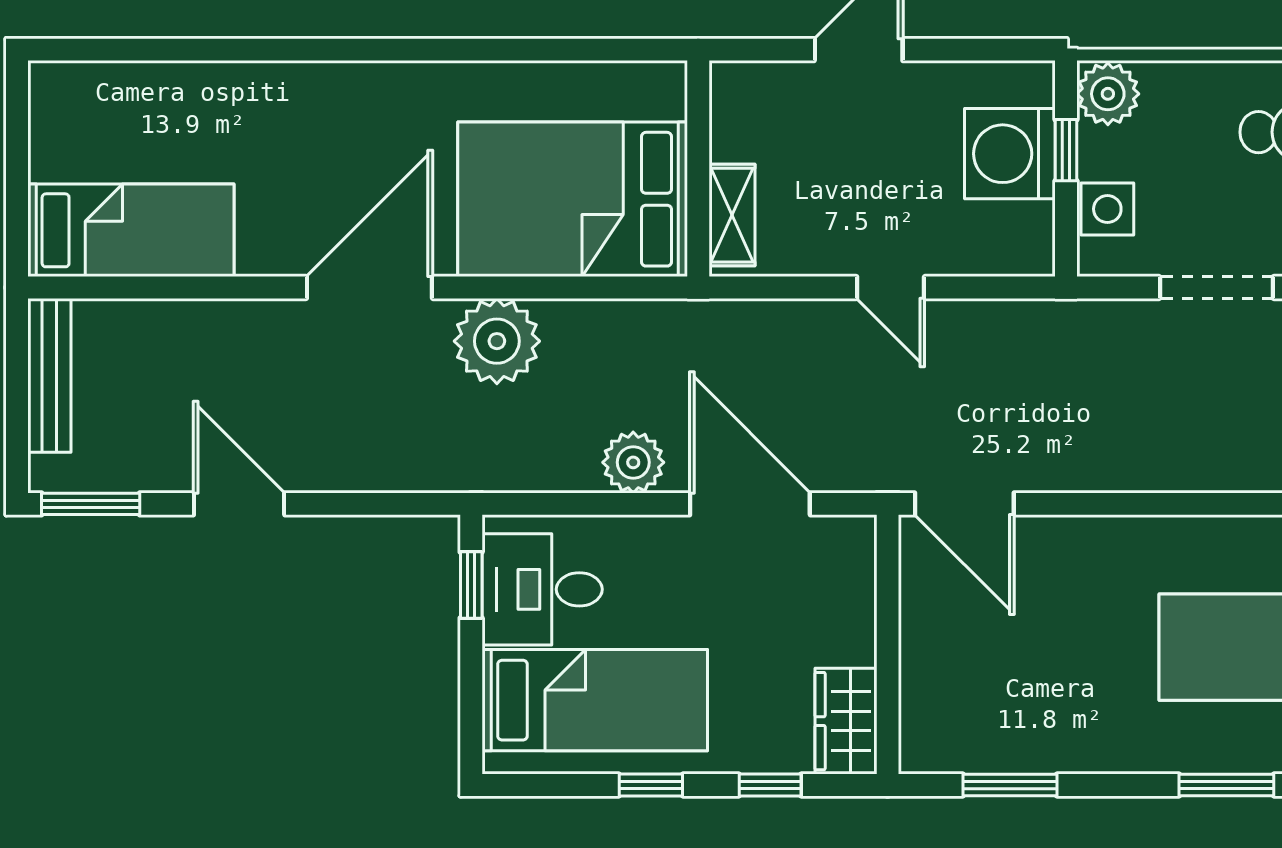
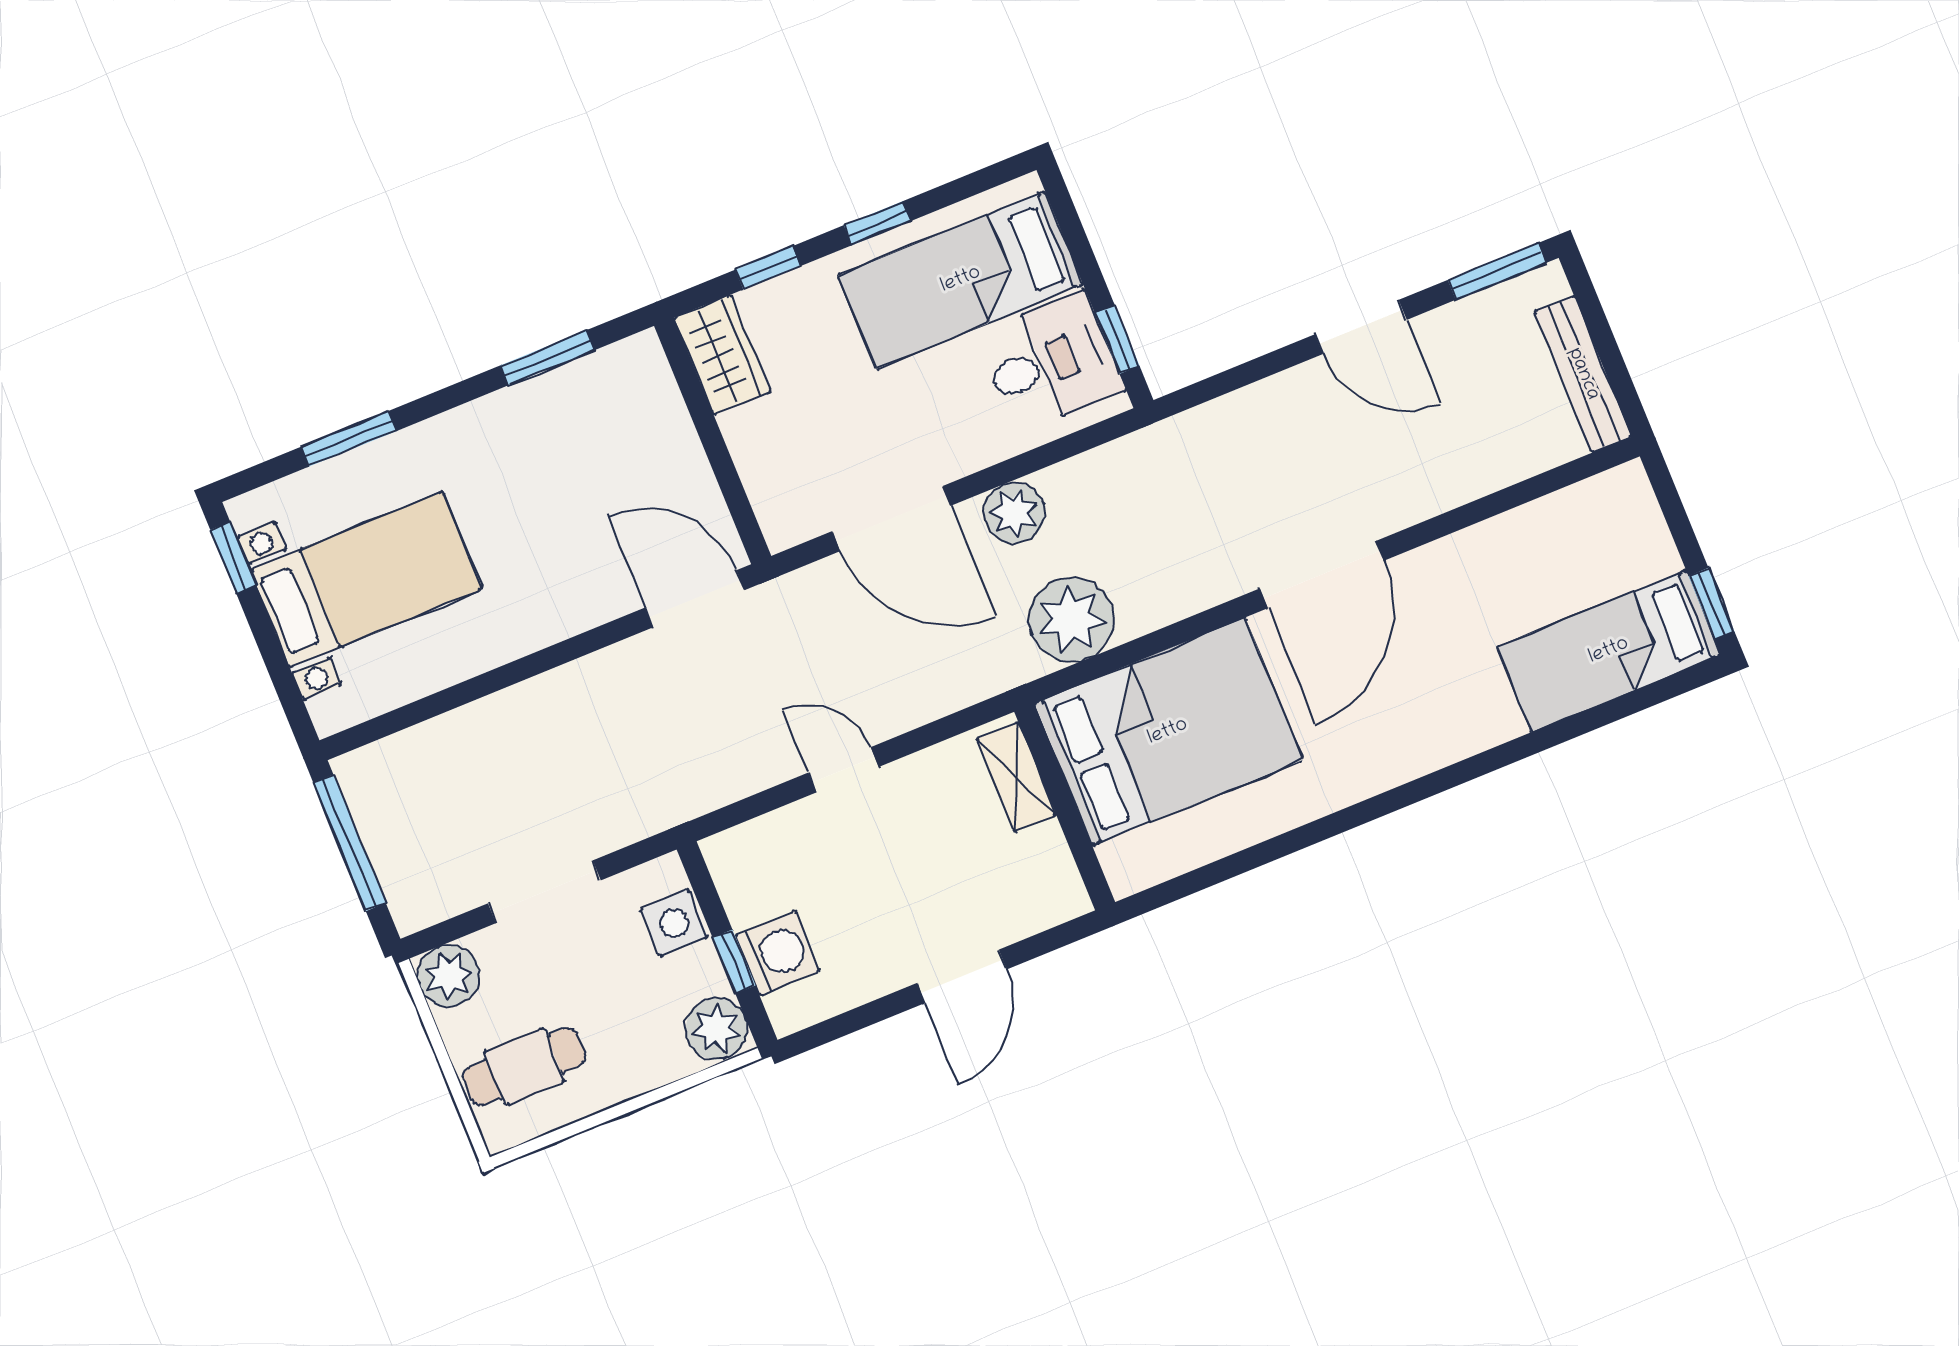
window: (17, 112) -> (1712, 604), added
washing machine: (1010, 154) -> (777, 953), width x0.73, depth x0.73
bed: (131, 230) -> (1609, 651), moved
plant: (497, 341) -> (1071, 619), moved

